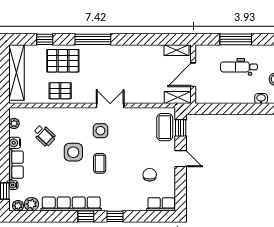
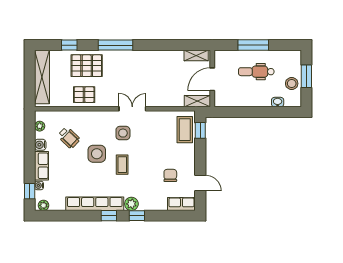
door: (181, 159) -> (200, 183), moved
plant: (31, 204) -> (131, 204), moved

